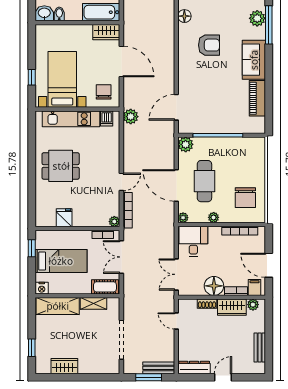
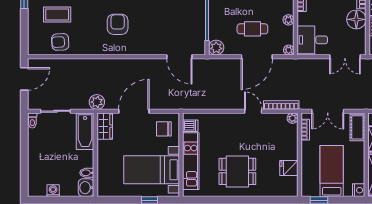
floor lamp: (184, 16) -> (89, 49), removed
plant: (131, 117) -> (97, 102), moved
dining table: (61, 166) -> (237, 171), turned 90
cafe table: (204, 181) -> (252, 29), width x0.73, depth x0.74

